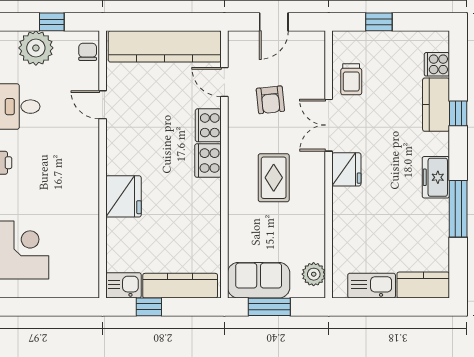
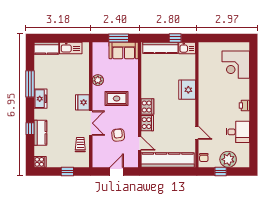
cooker: (437, 64) -> (40, 162), moved
rug: (274, 178) -> (117, 98), turned 90
plant: (314, 274) -> (98, 80), moved

